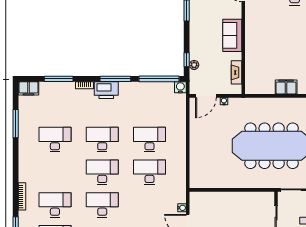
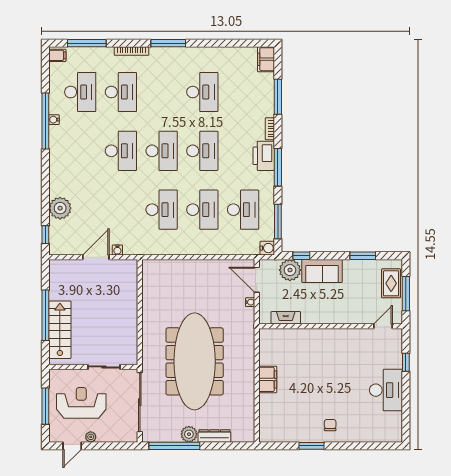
sofa: (232, 35) -> (322, 271), moved, turned 180
plant: (194, 65) -> (290, 270), width x1.88, depth x1.88
window: (159, 79) -> (278, 221), width x0.68
desk: (150, 107) -> (243, 210), added
window: (16, 124) -> (168, 43), moved

